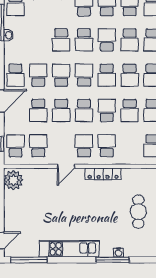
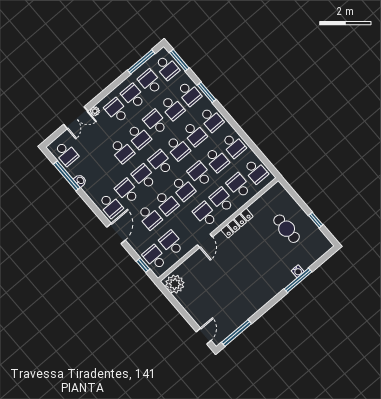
school desk: (130, 146) -> (239, 186), added
kitchen unit: (69, 249) -> (259, 299), removed

